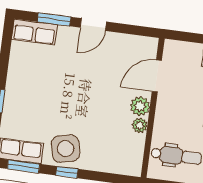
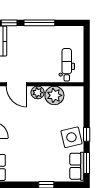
plant: (140, 125) -> (54, 95), width x1.87, depth x1.87

